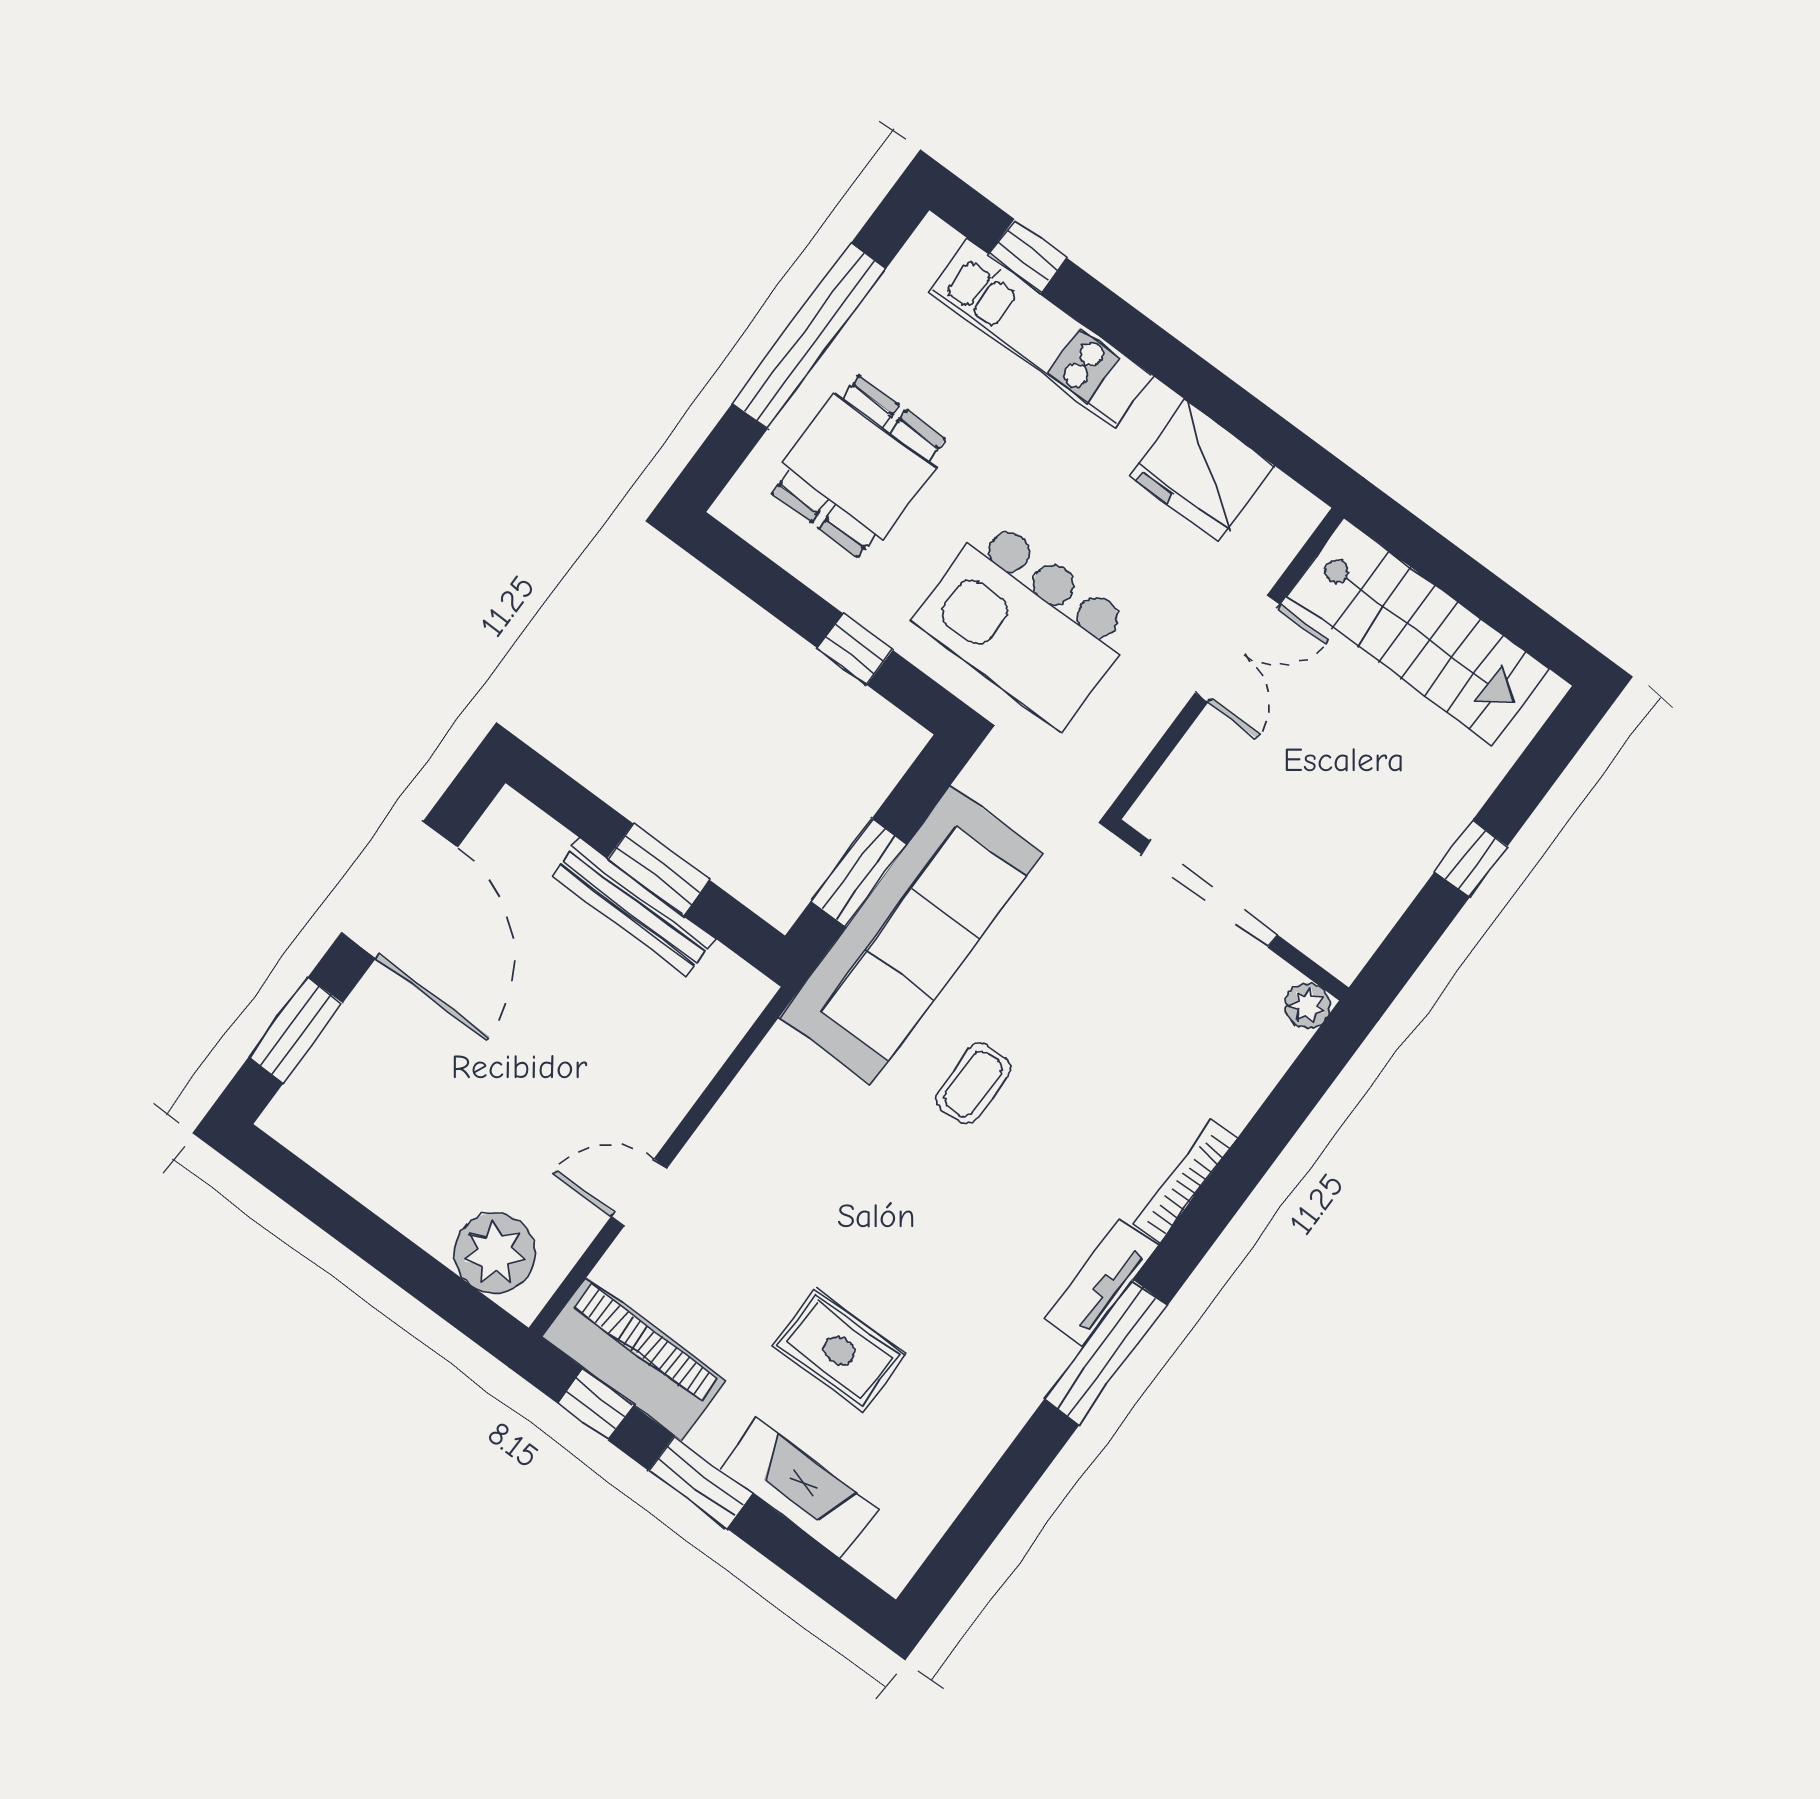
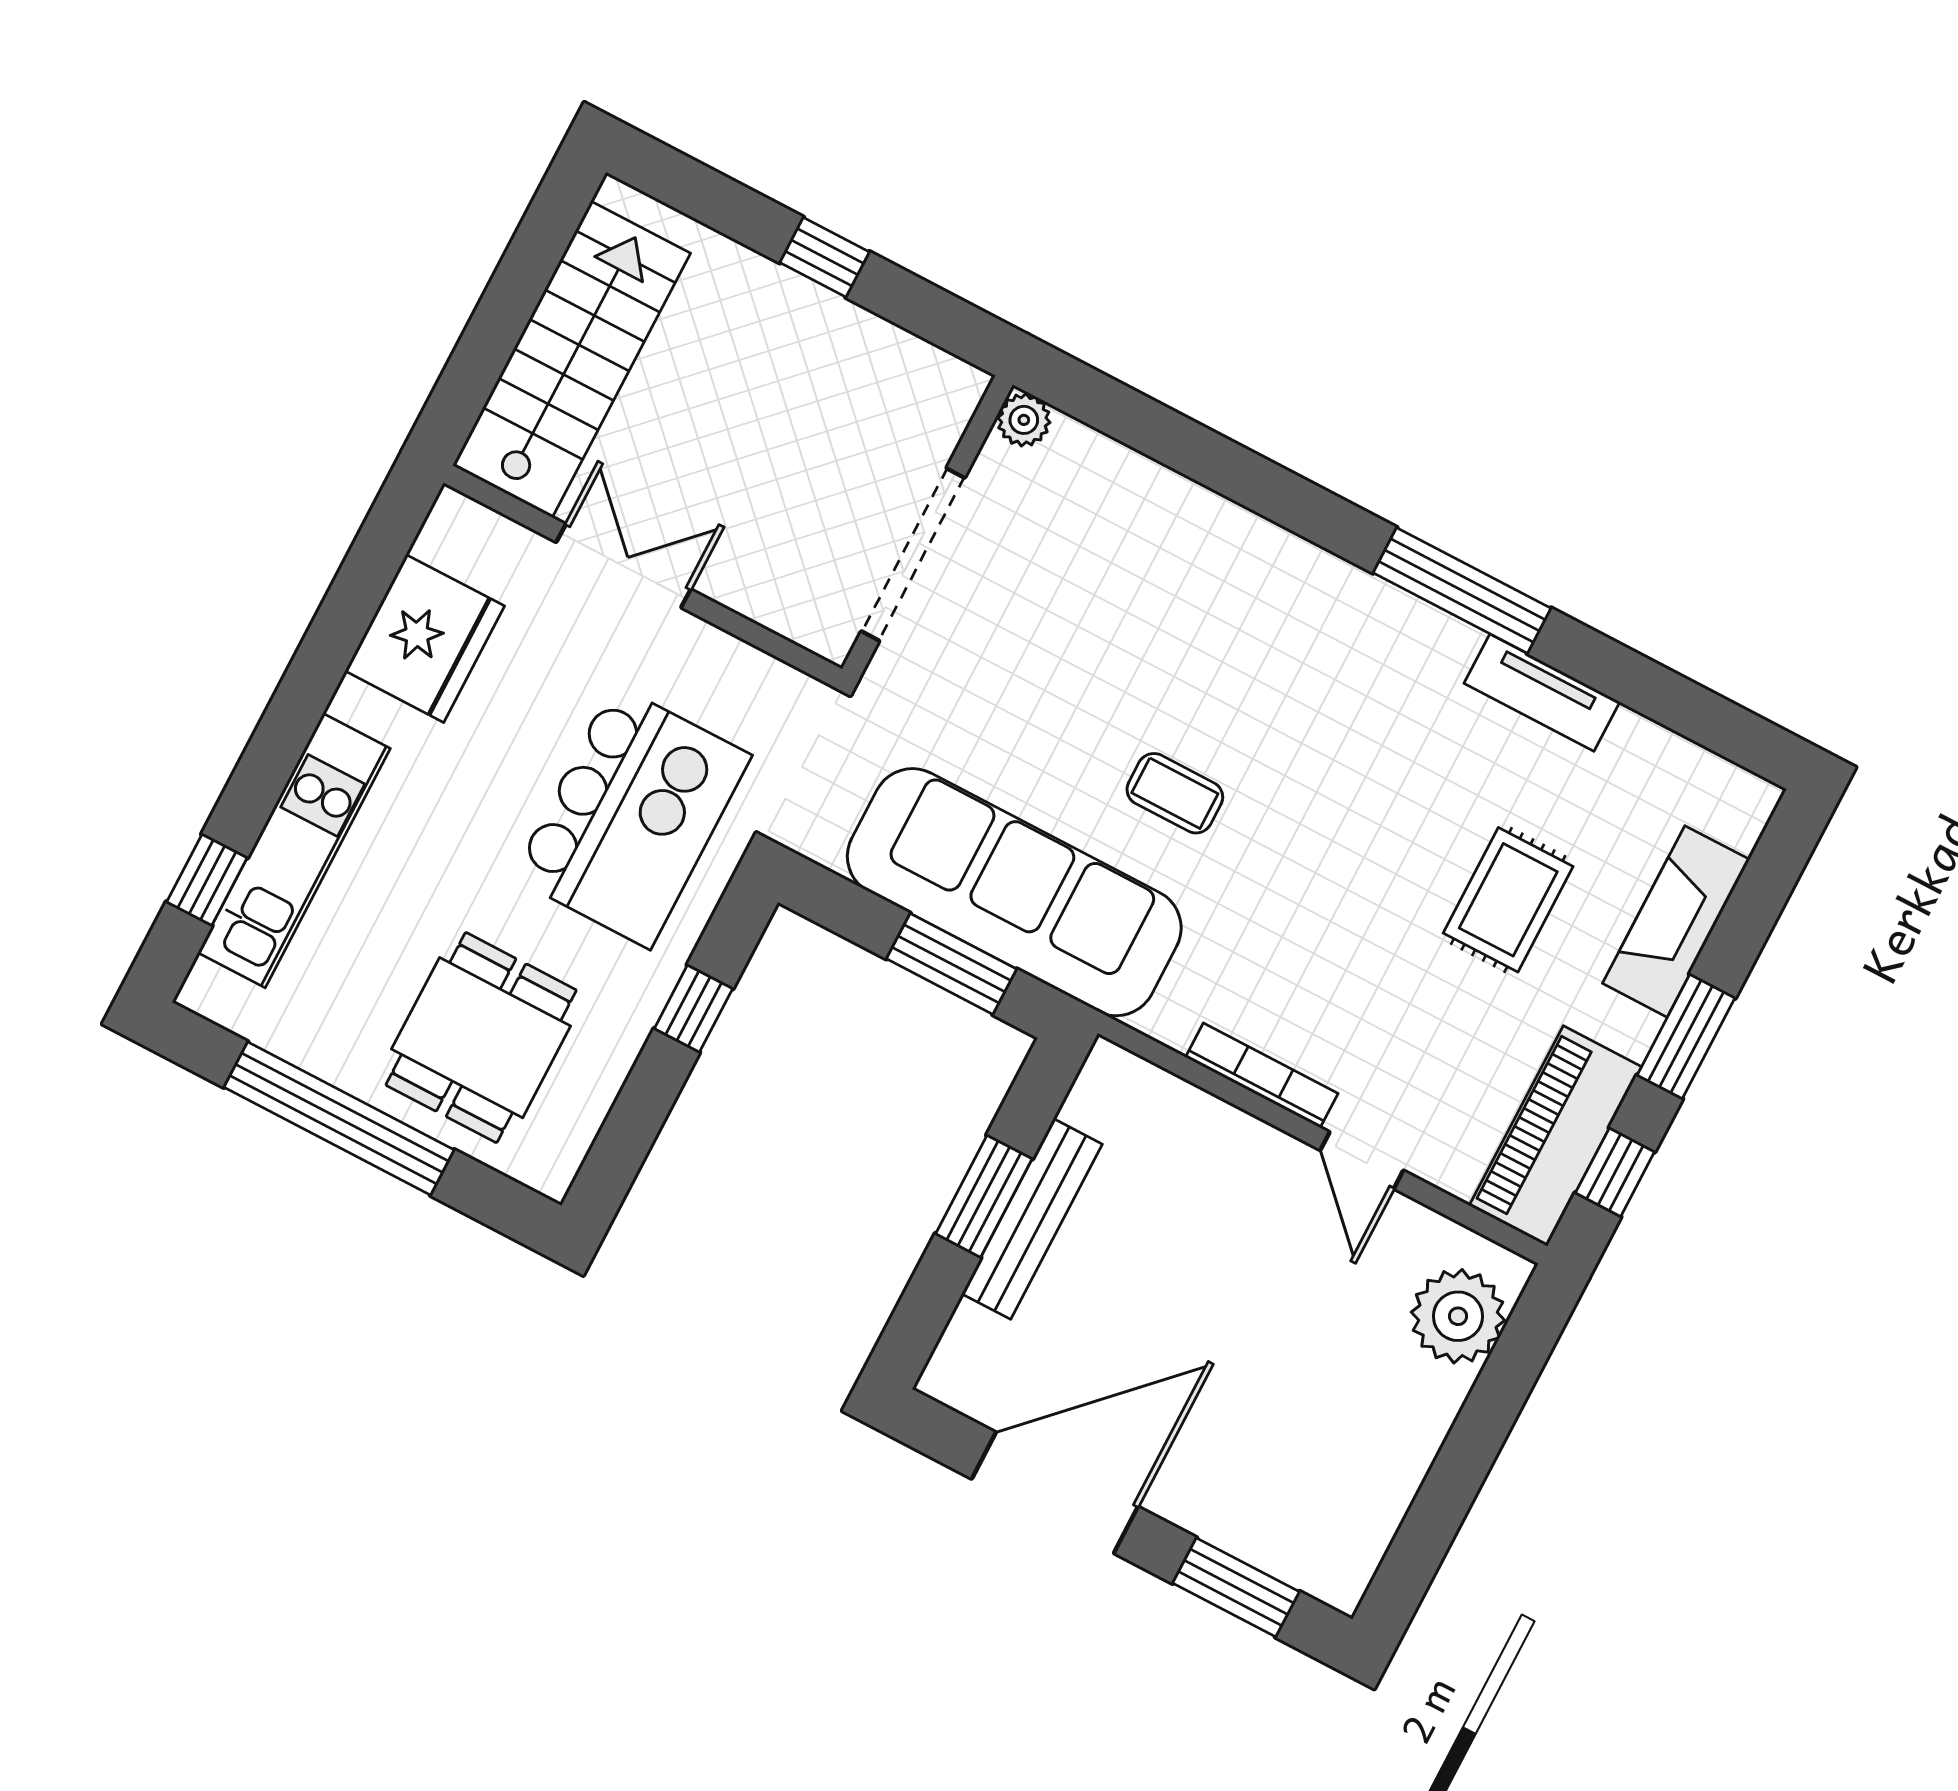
dining table: (859, 466) -> (481, 1038), turned 90
bookcase: (1185, 1181) -> (1262, 1075), moved, turned 180
tv unit: (1101, 1283) -> (1542, 693), moved

